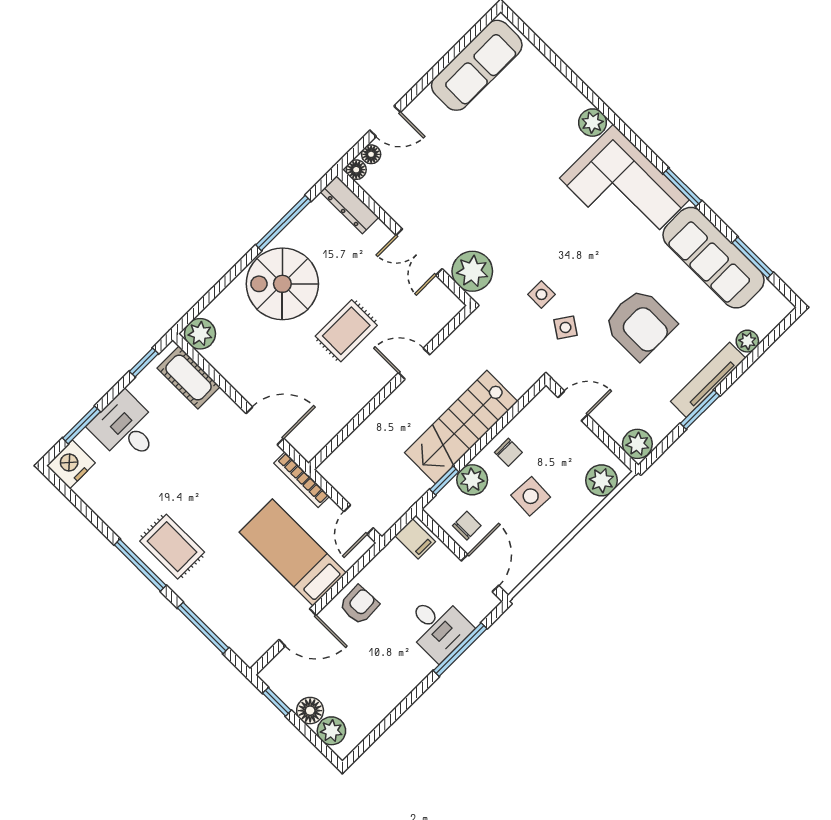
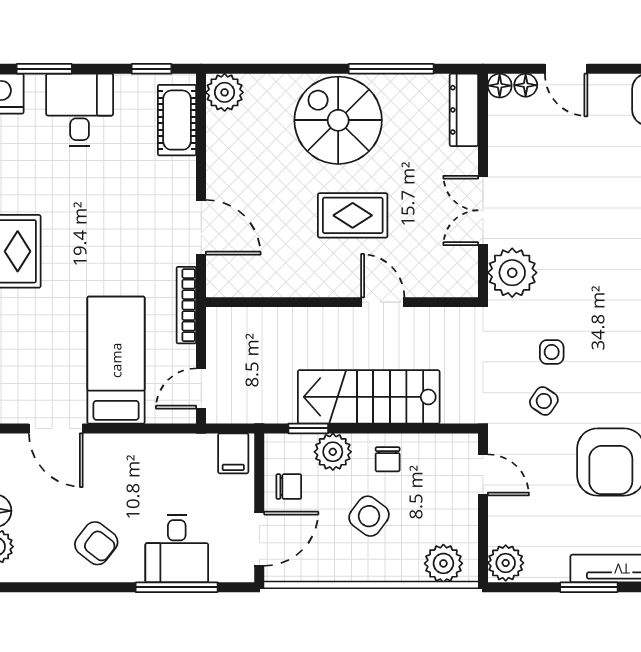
side table: (531, 496) -> (369, 516), turned 34
armchair: (359, 605) -> (96, 543), moved, turned 41

